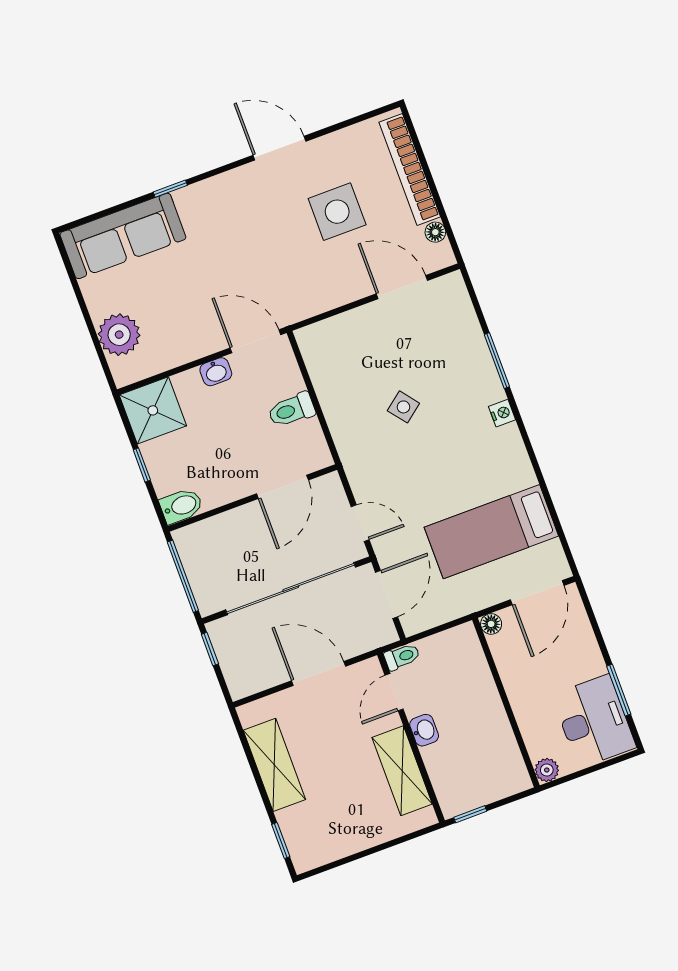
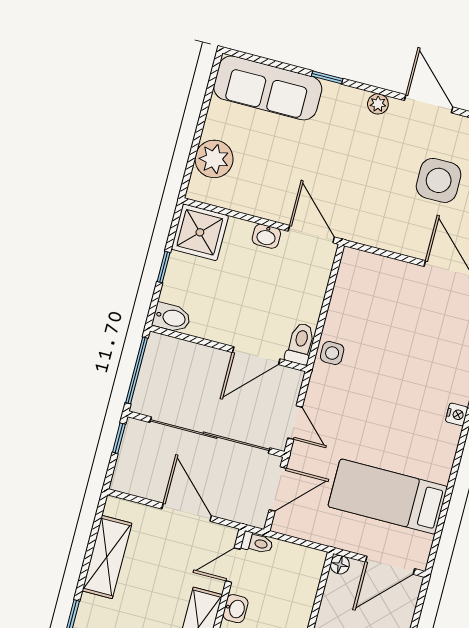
plant: (233, 181) -> (378, 104), added
side table: (403, 407) -> (332, 353), moved, turned 38
toilet: (292, 410) -> (300, 344), moved, turned 90

